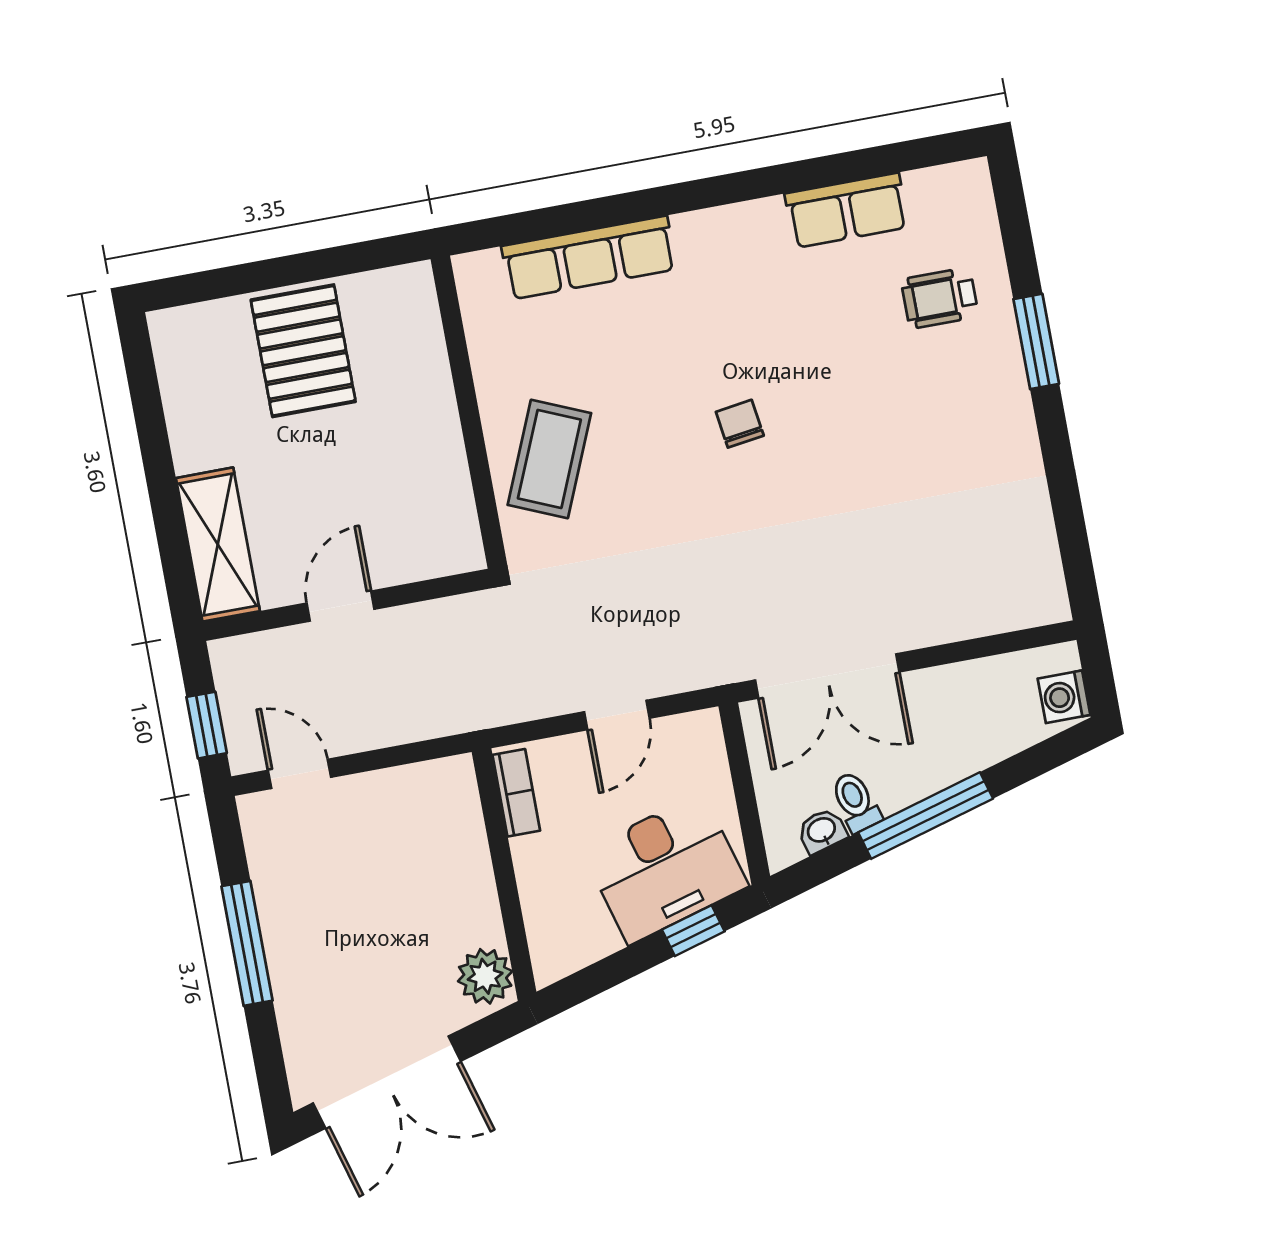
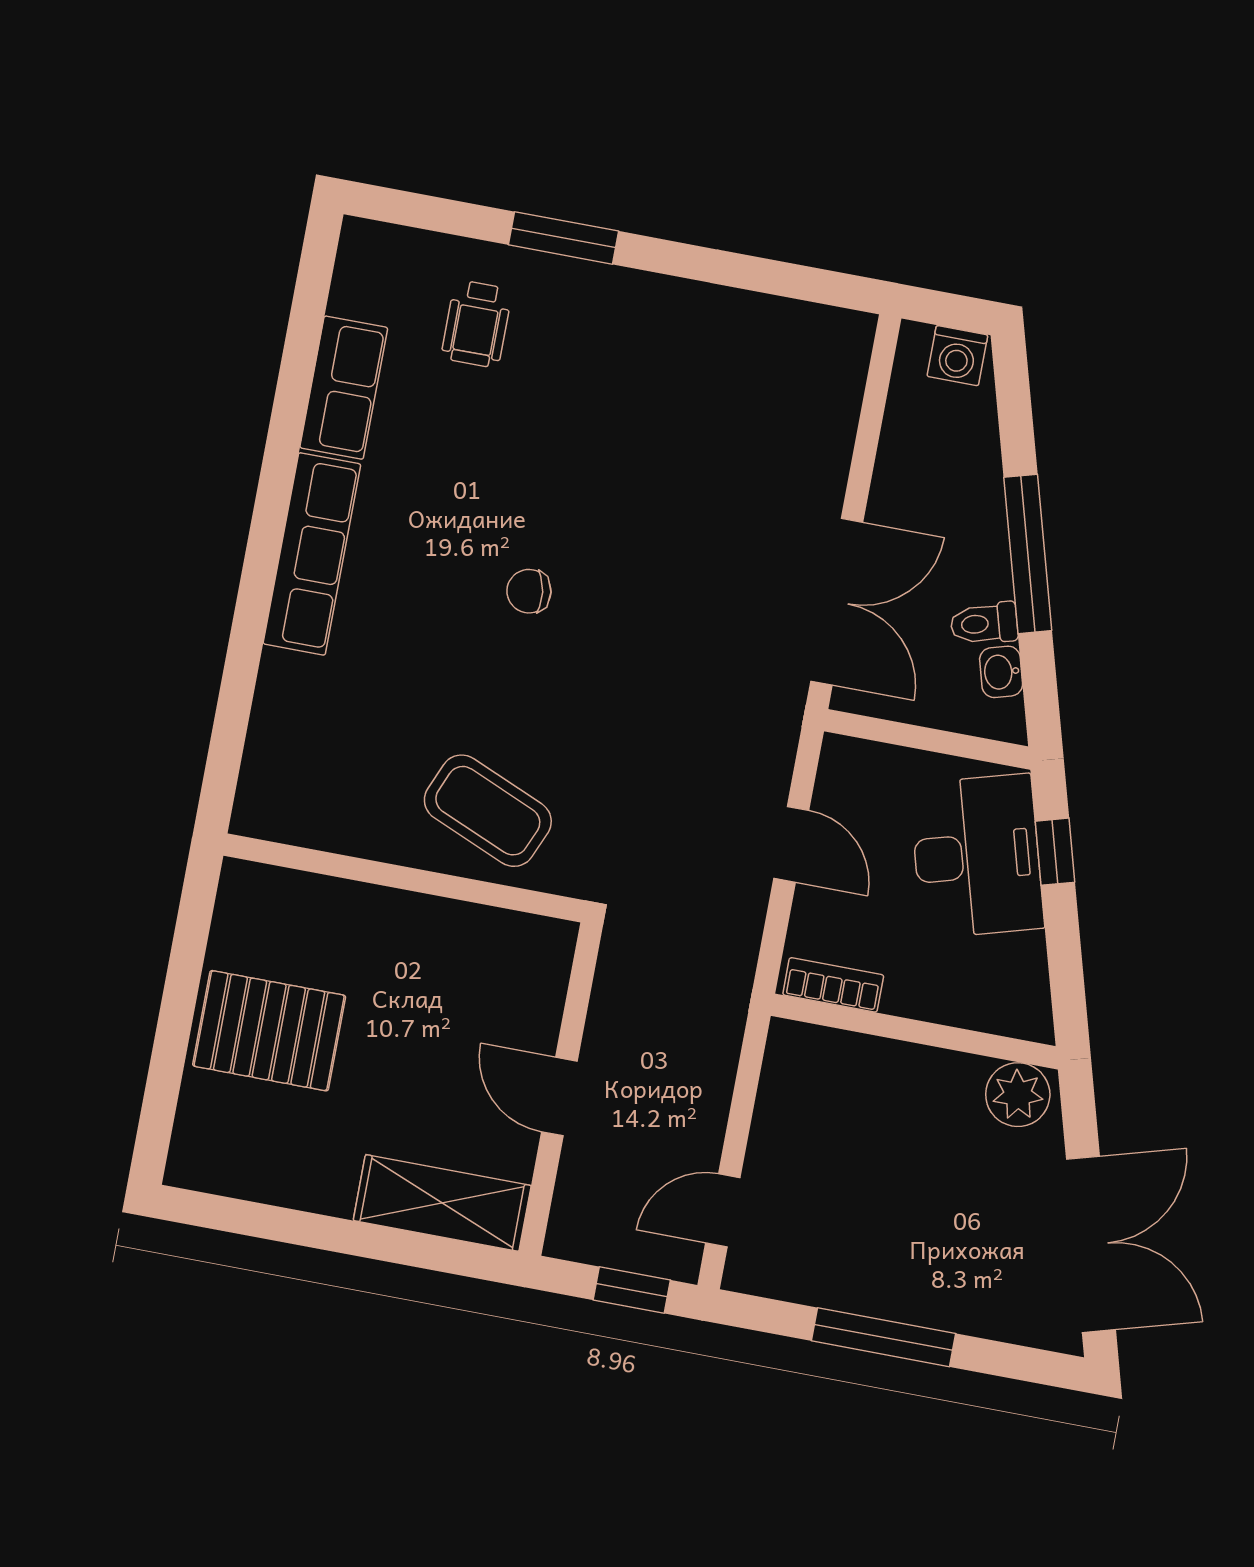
row of seats: (589, 258) -> (312, 554), moved

